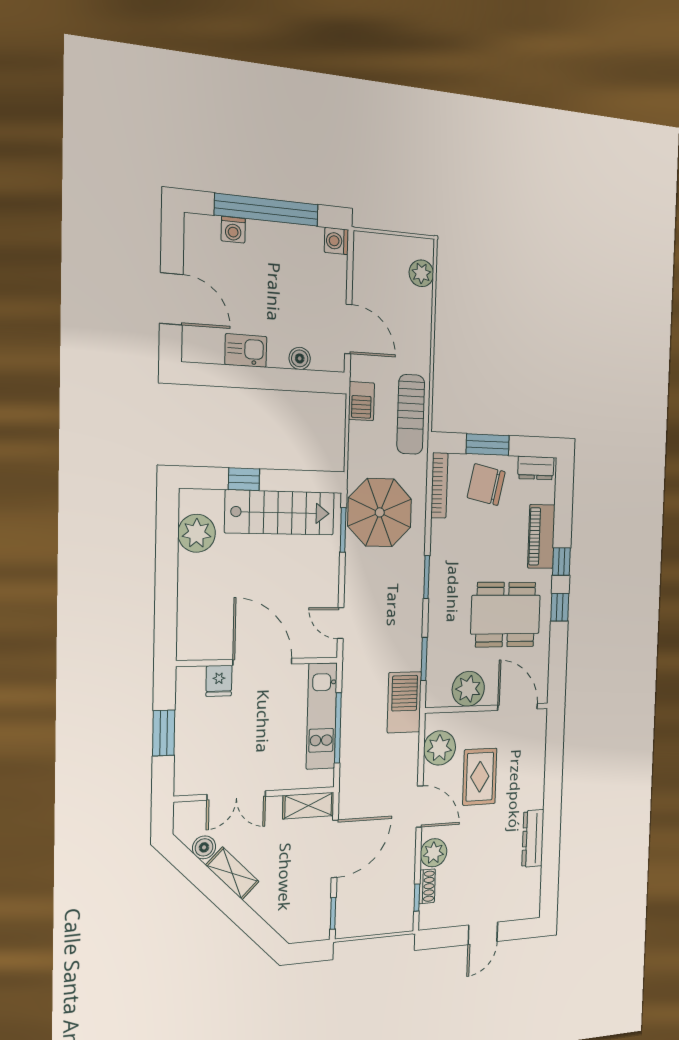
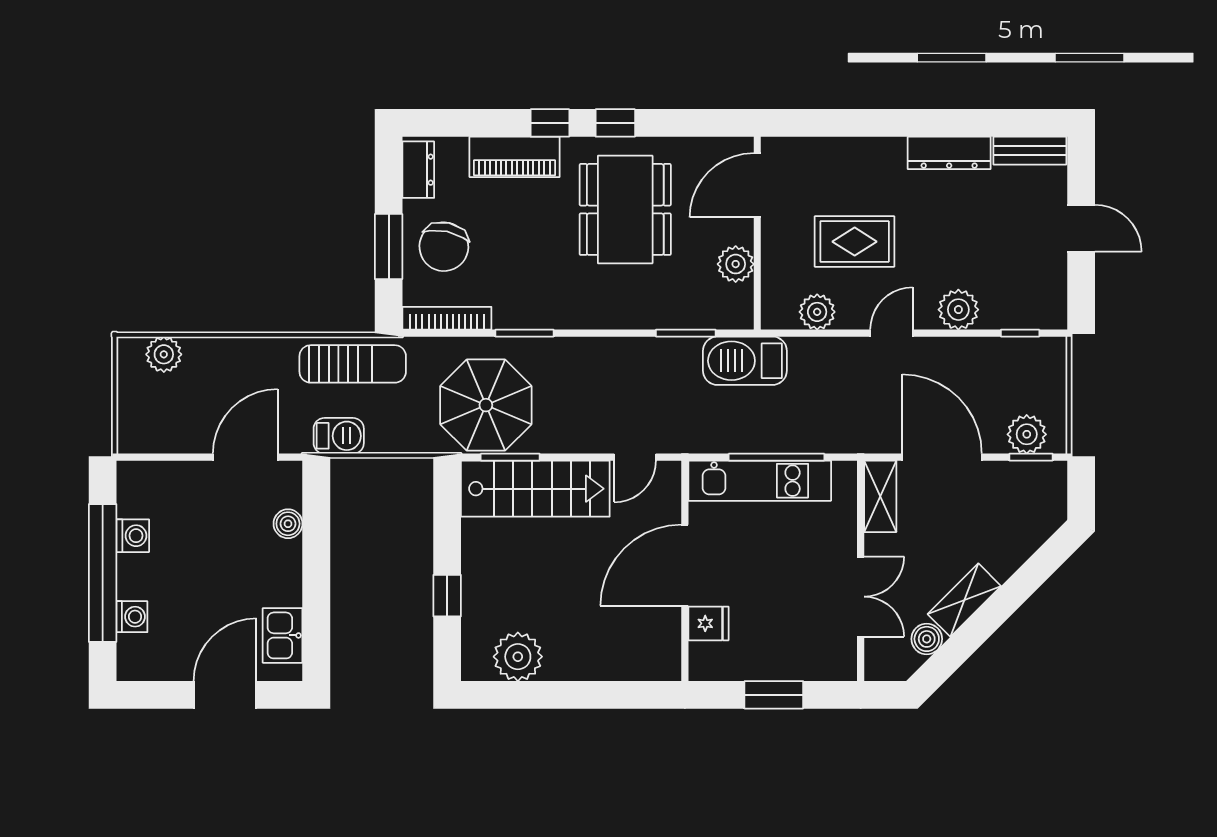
washing machine: (336, 241) -> (133, 536), moved, turned -90
kitchen sink: (246, 351) -> (283, 635), moved
stairs: (280, 513) -> (535, 489), moved, turned 90
window: (427, 577) -> (525, 333), moved
plant: (468, 689) -> (736, 264), width x0.73, depth x0.73
plant: (440, 748) -> (817, 312), width x0.73, depth x0.73
door: (420, 806) -> (891, 333), width x0.73
shoe rack: (427, 886) -> (1005, 318), removed
bench: (532, 893) -> (1030, 151), added
plant: (349, 909) -> (1027, 434), added

